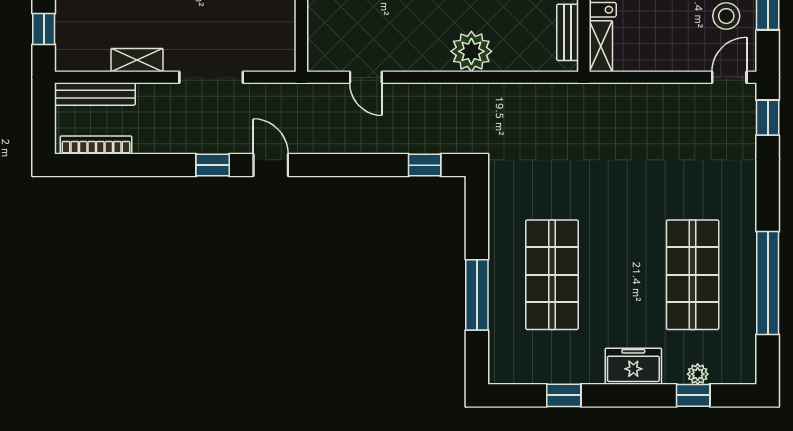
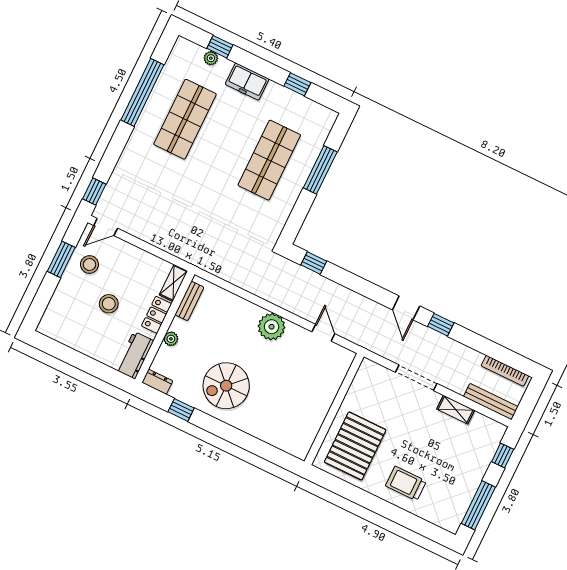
plant: (471, 51) -> (272, 327), moved

